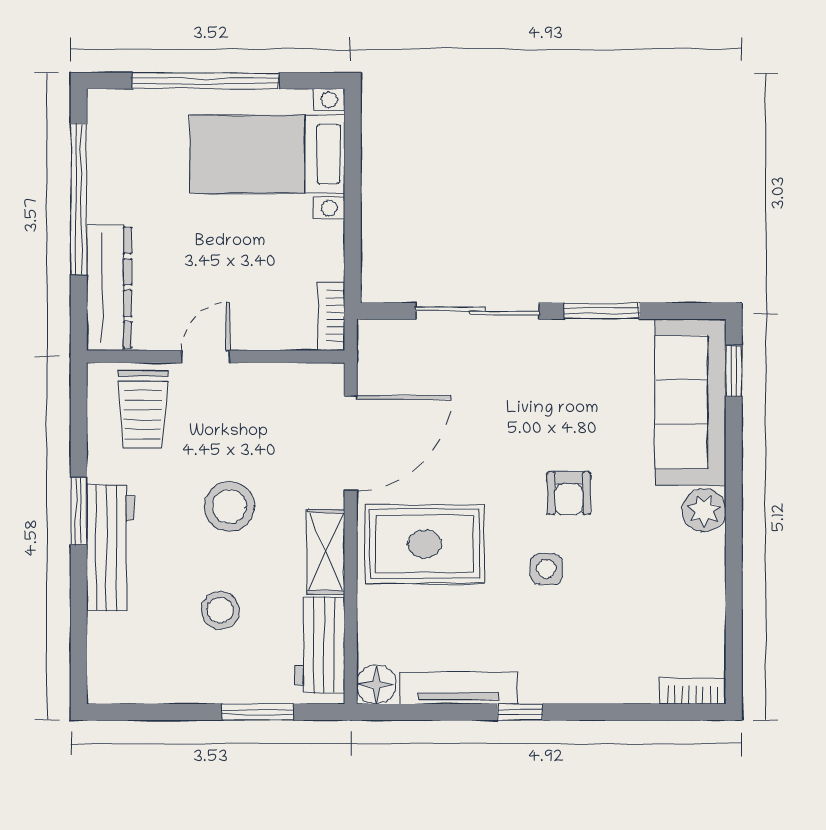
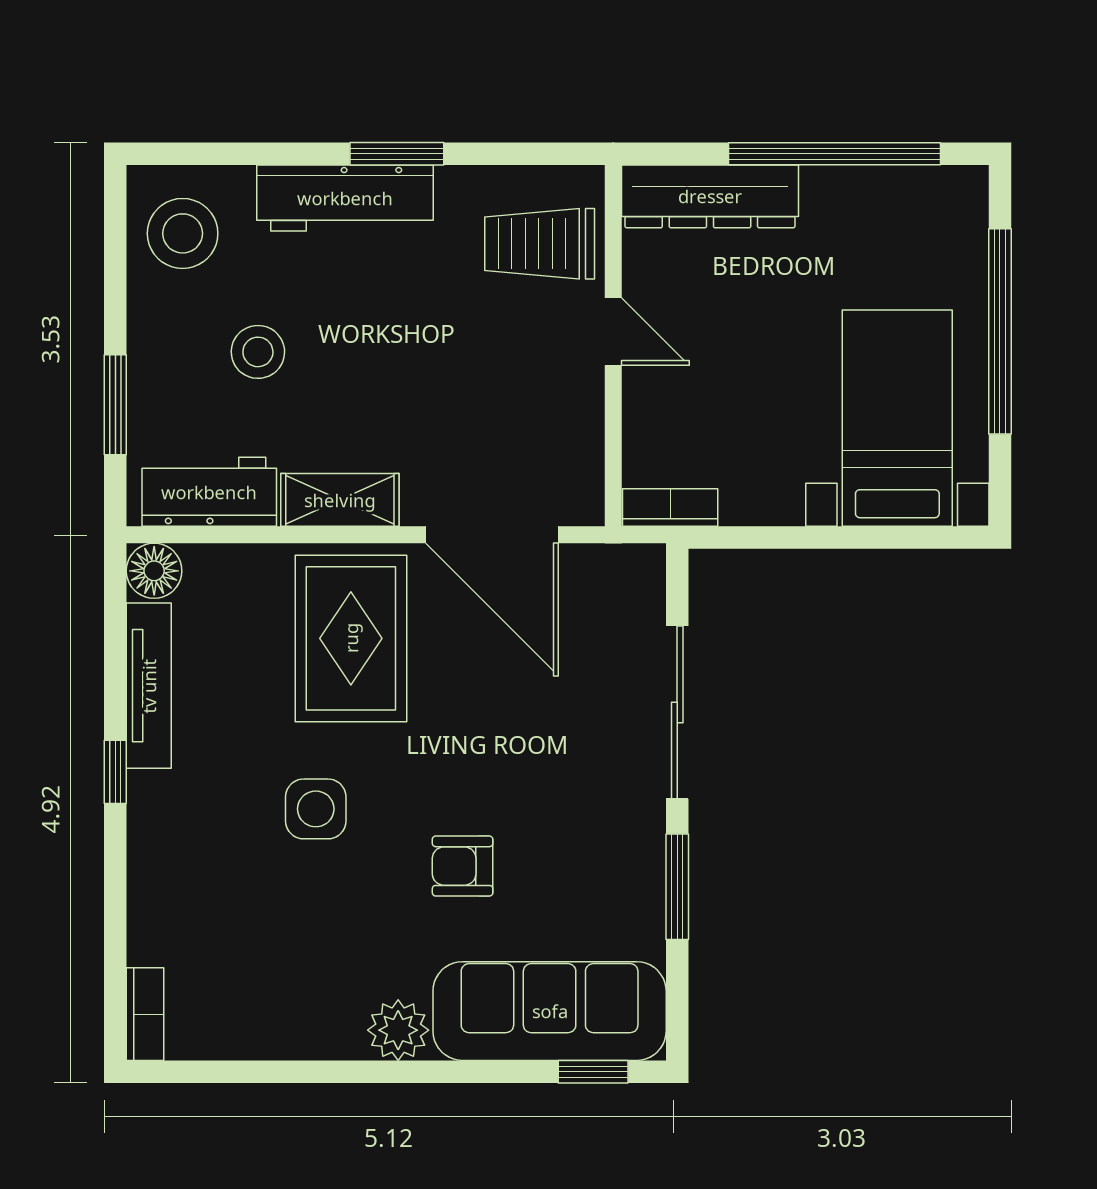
armchair: (569, 493) -> (463, 866), moved
stool: (229, 507) -> (183, 233), moved
side table: (546, 569) -> (316, 809), width x1.37, depth x1.37

